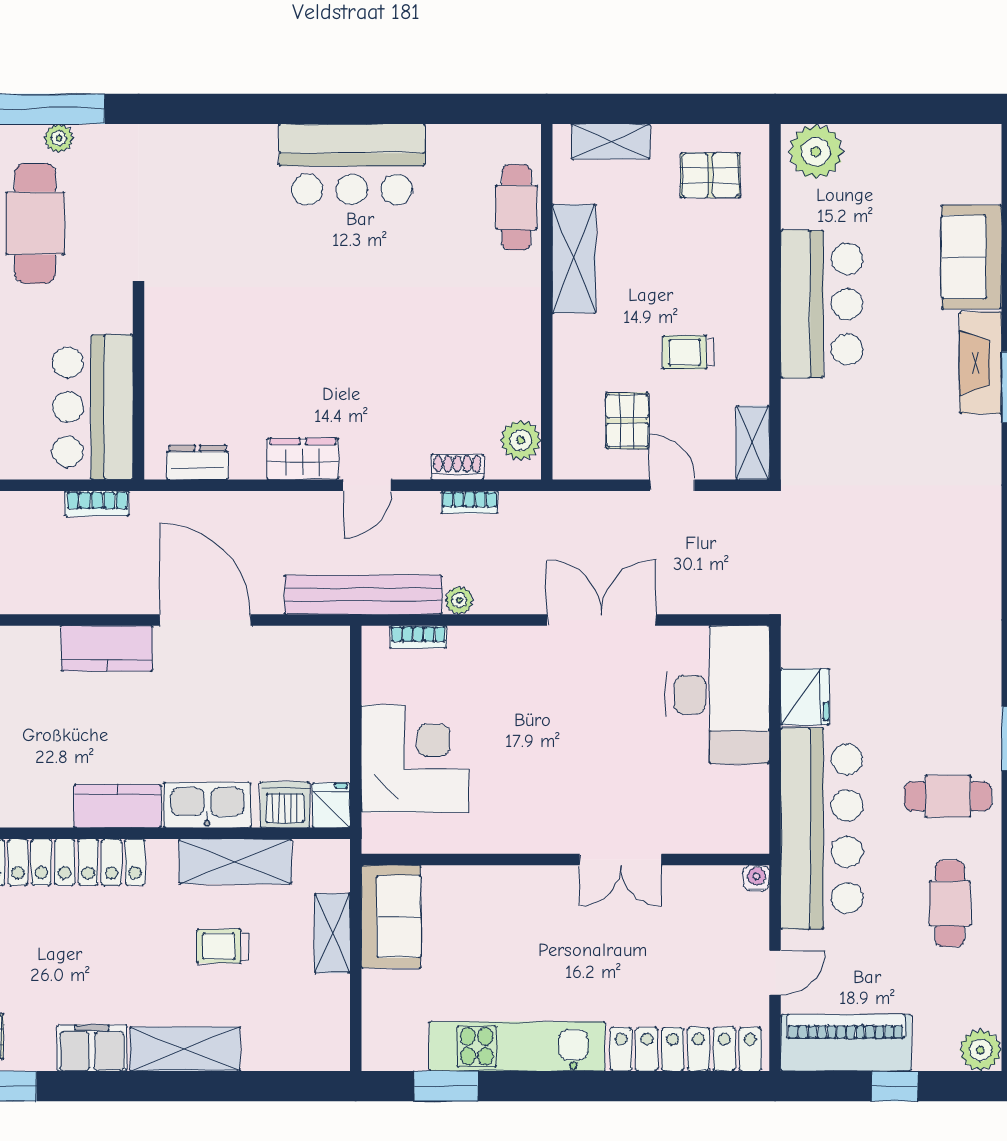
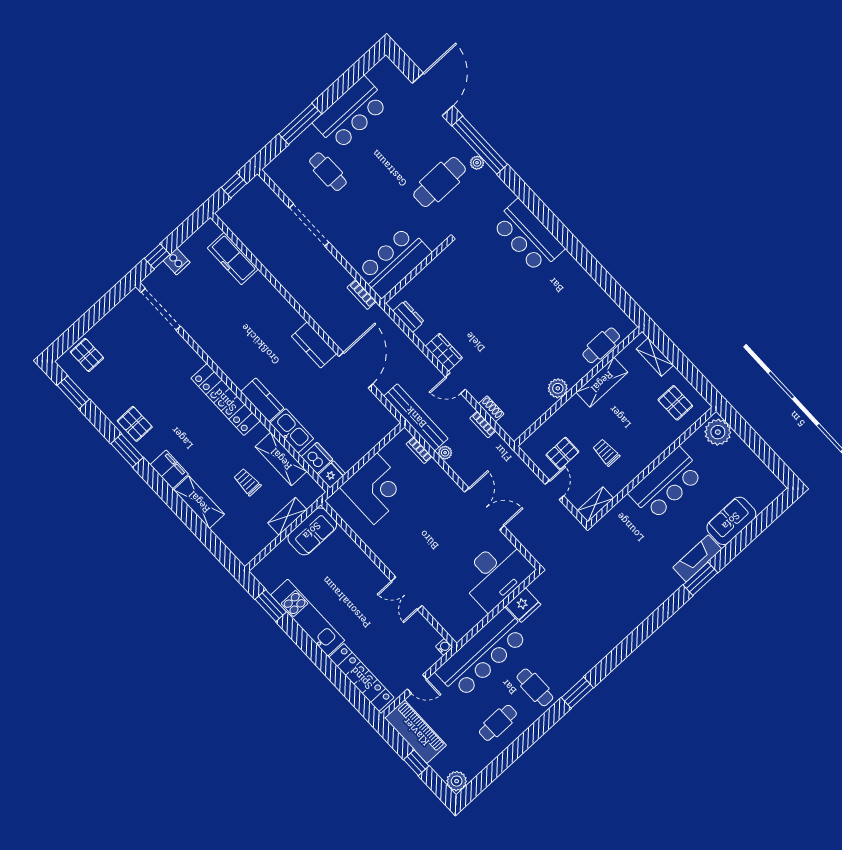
bar counter: (352, 164) -> (528, 236), moved
plant: (521, 440) -> (558, 388), moved

